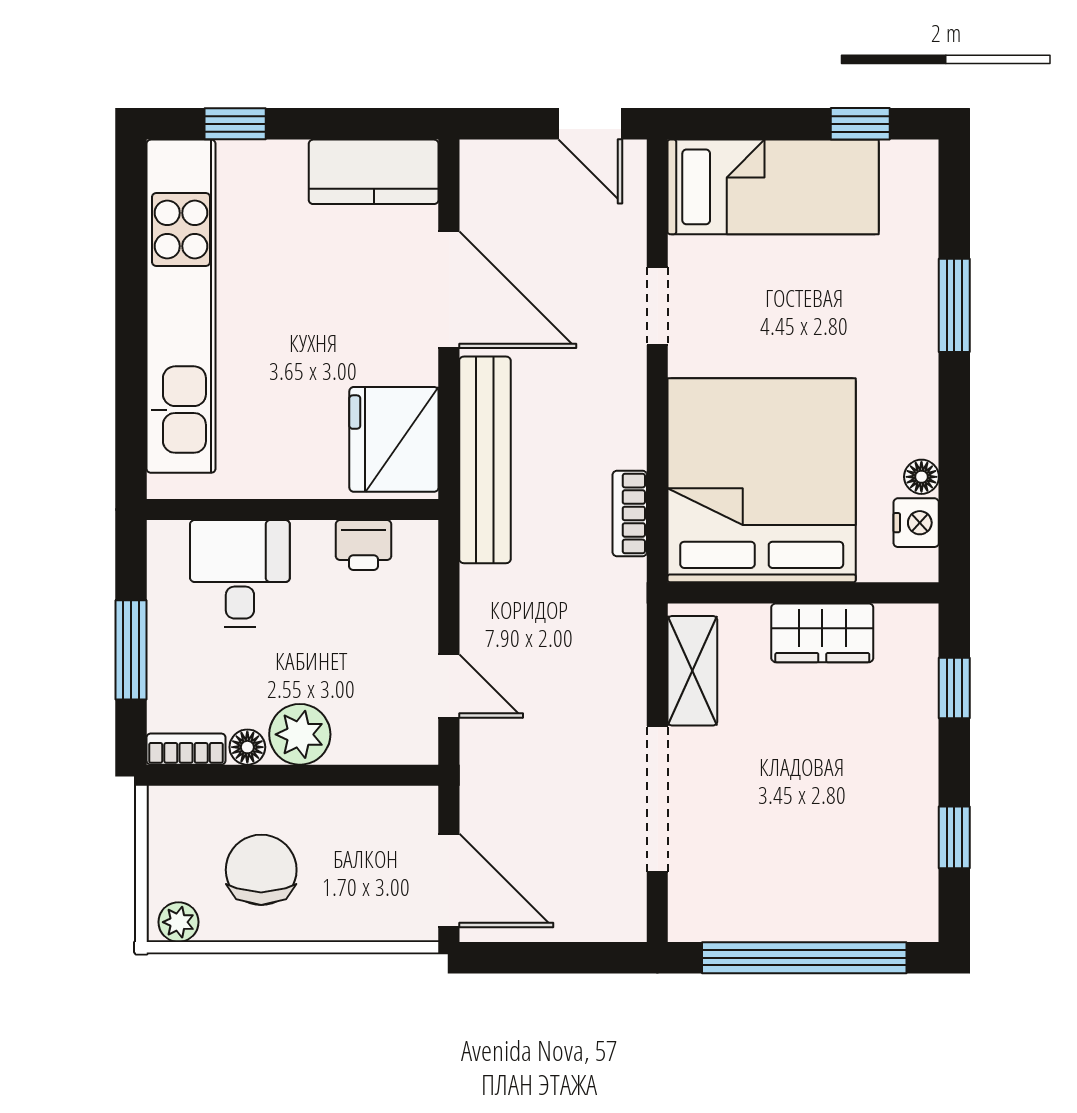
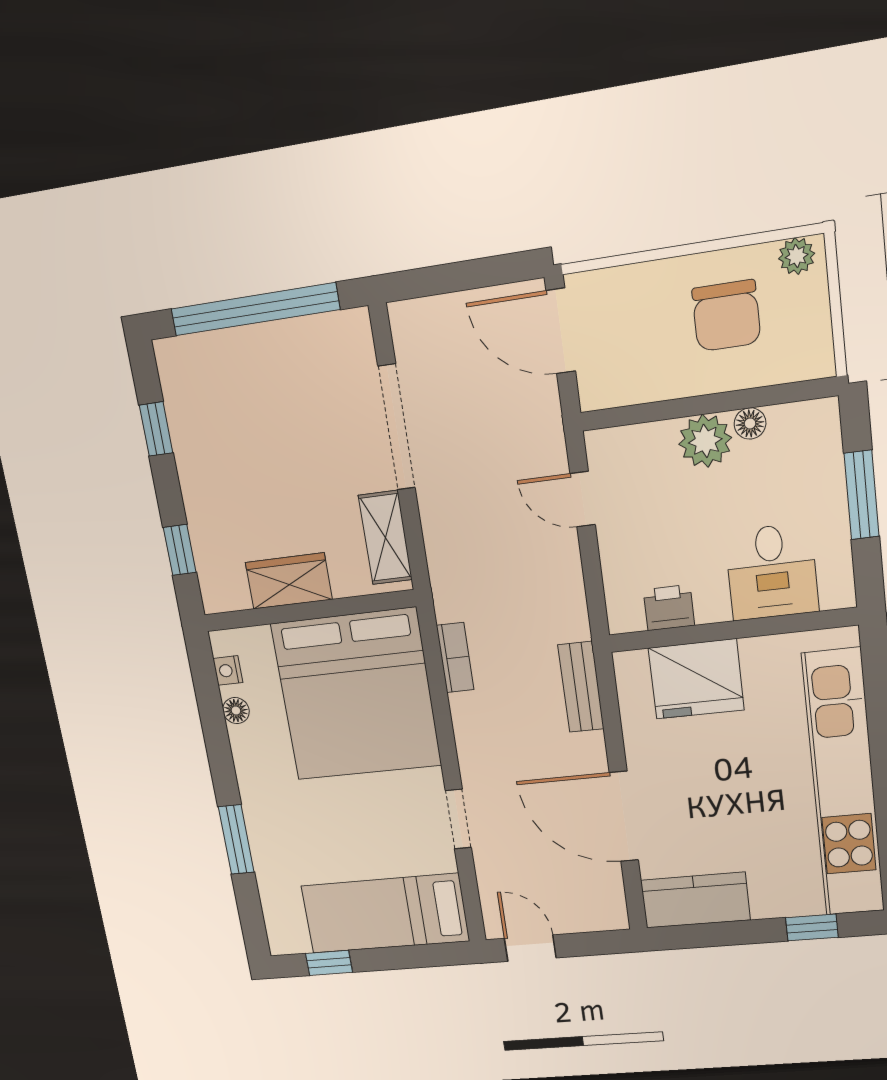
fridge: (394, 439) -> (696, 679), moved, turned 90
bench: (485, 460) -> (581, 687), width x0.54, depth x0.82
nightstand: (916, 523) -> (228, 670), width x0.72, depth x0.74
bookcase: (186, 749) -> (804, 414), removed

